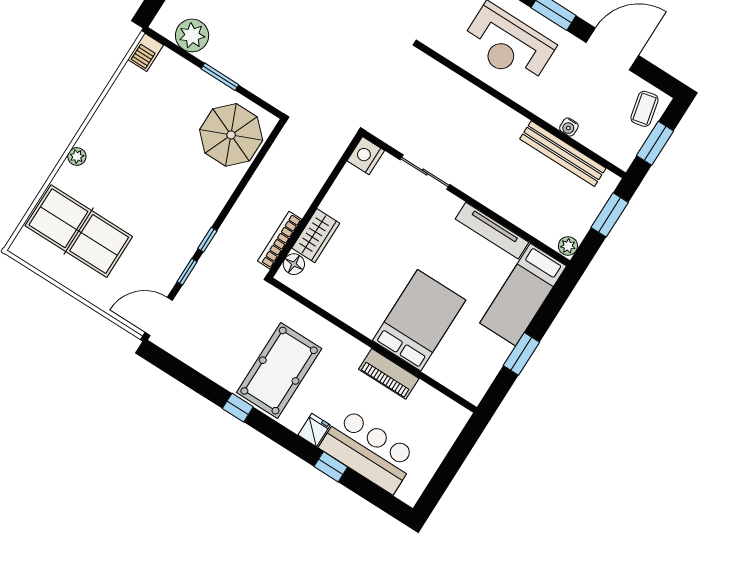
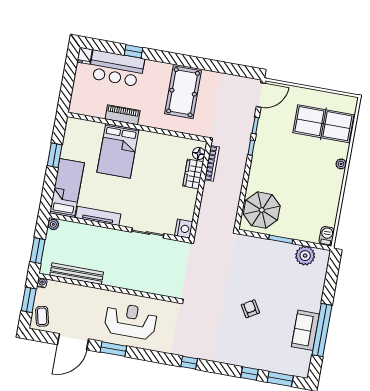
water cooler: (569, 127) -> (42, 283), moved
window: (238, 408) -> (197, 63), removed
fridge: (314, 430) -> (85, 56), moved

